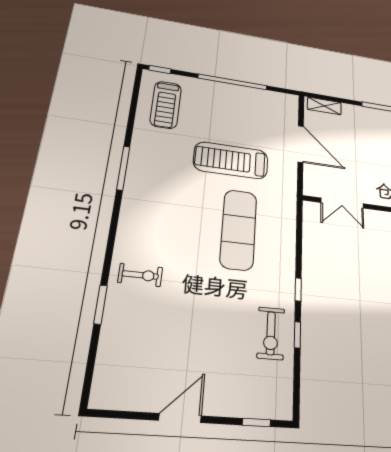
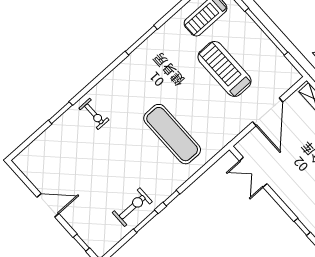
treadmill: (231, 160) -> (225, 69), moved
exercise mat: (239, 229) -> (172, 134), turned 90
exercise bike: (271, 333) -> (132, 207), turned 180
window: (297, 335) -> (146, 221), width x1.50

